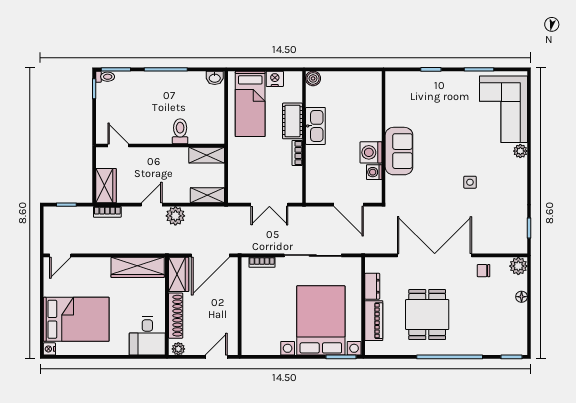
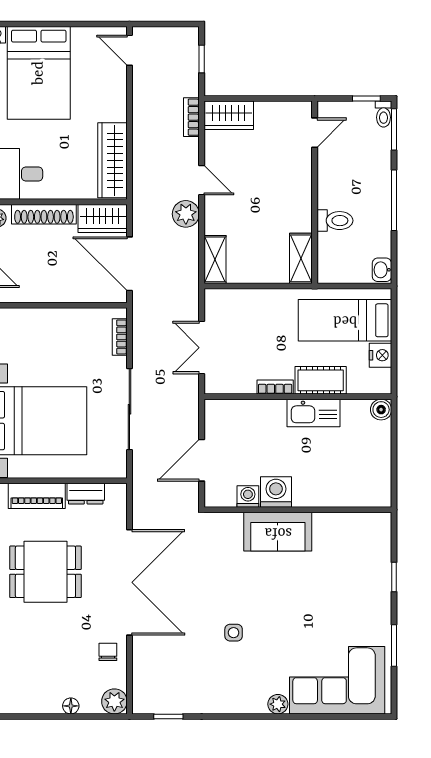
toilet: (180, 131) -> (335, 221), moved
door: (118, 145) -> (315, 133), moved
wall: (160, 145) -> (315, 192), moved
shelving: (207, 155) -> (301, 258), moved

